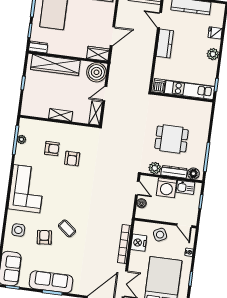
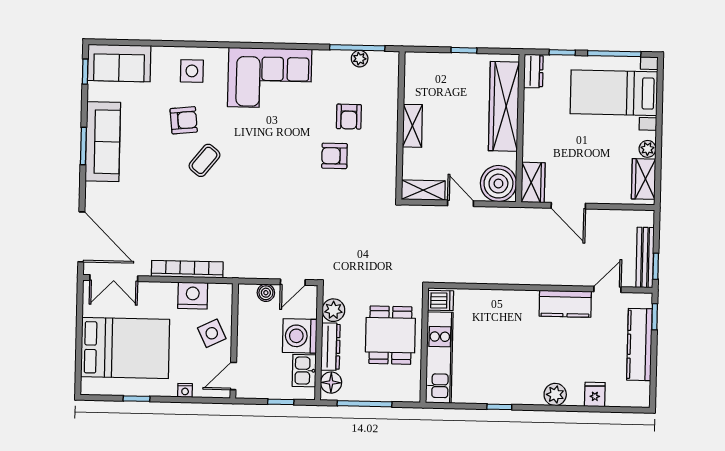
dishwasher: (159, 86) -> (441, 301), moved
kitchen unit: (189, 90) -> (439, 358), moved
wall: (182, 97) -> (424, 345), moved

